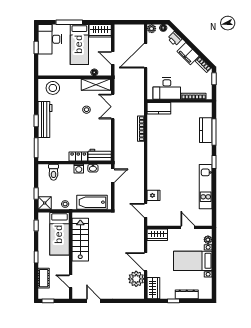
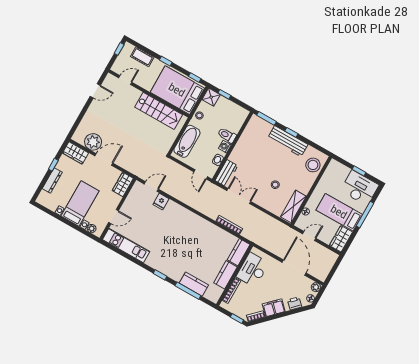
double door: (113, 107) -> (239, 196), moved
kitchen counter: (184, 109) -> (225, 275), added
locker: (78, 156) -> (236, 153), removed
toilet: (54, 172) -> (227, 135), moved
kitchen unit: (206, 187) -> (126, 245), moved
bed: (59, 234) -> (177, 90), width x1.50

